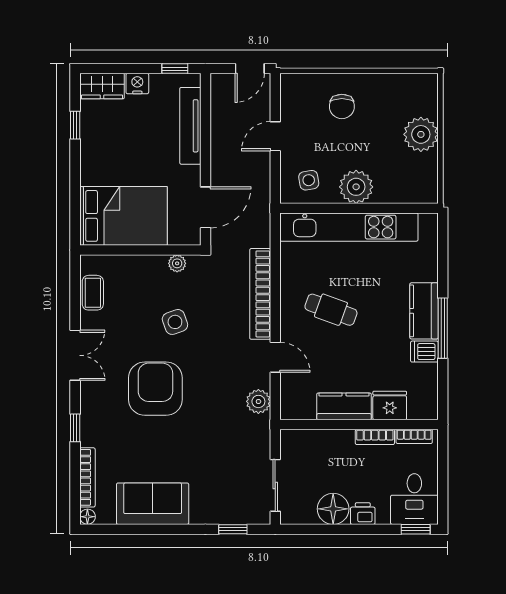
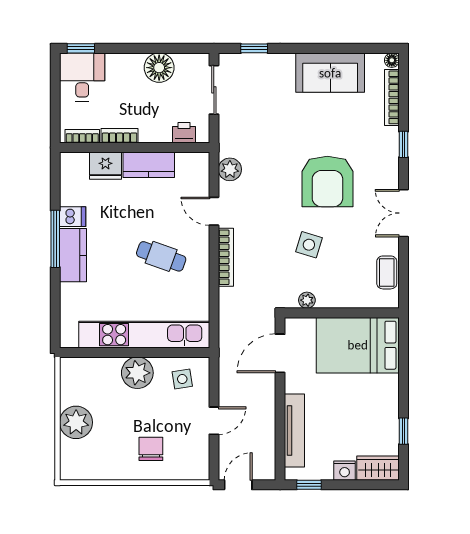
bookcase: (260, 294) -> (226, 257), width x0.68, depth x0.76
side table: (175, 322) -> (309, 245), turned 37
printer: (363, 514) -> (184, 133), moved, turned 180

